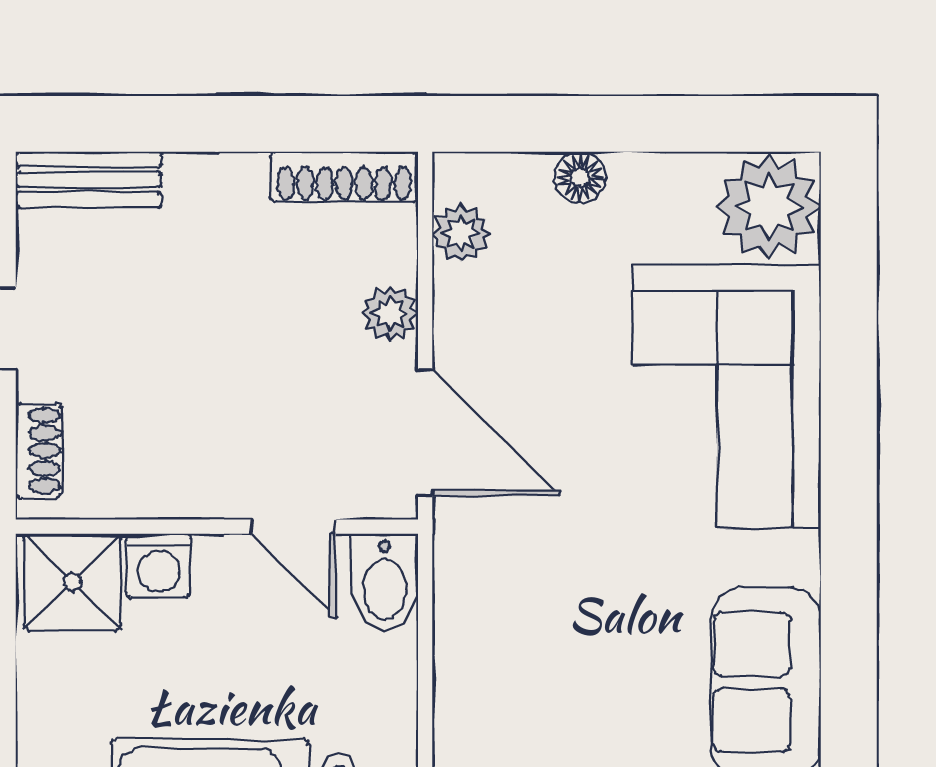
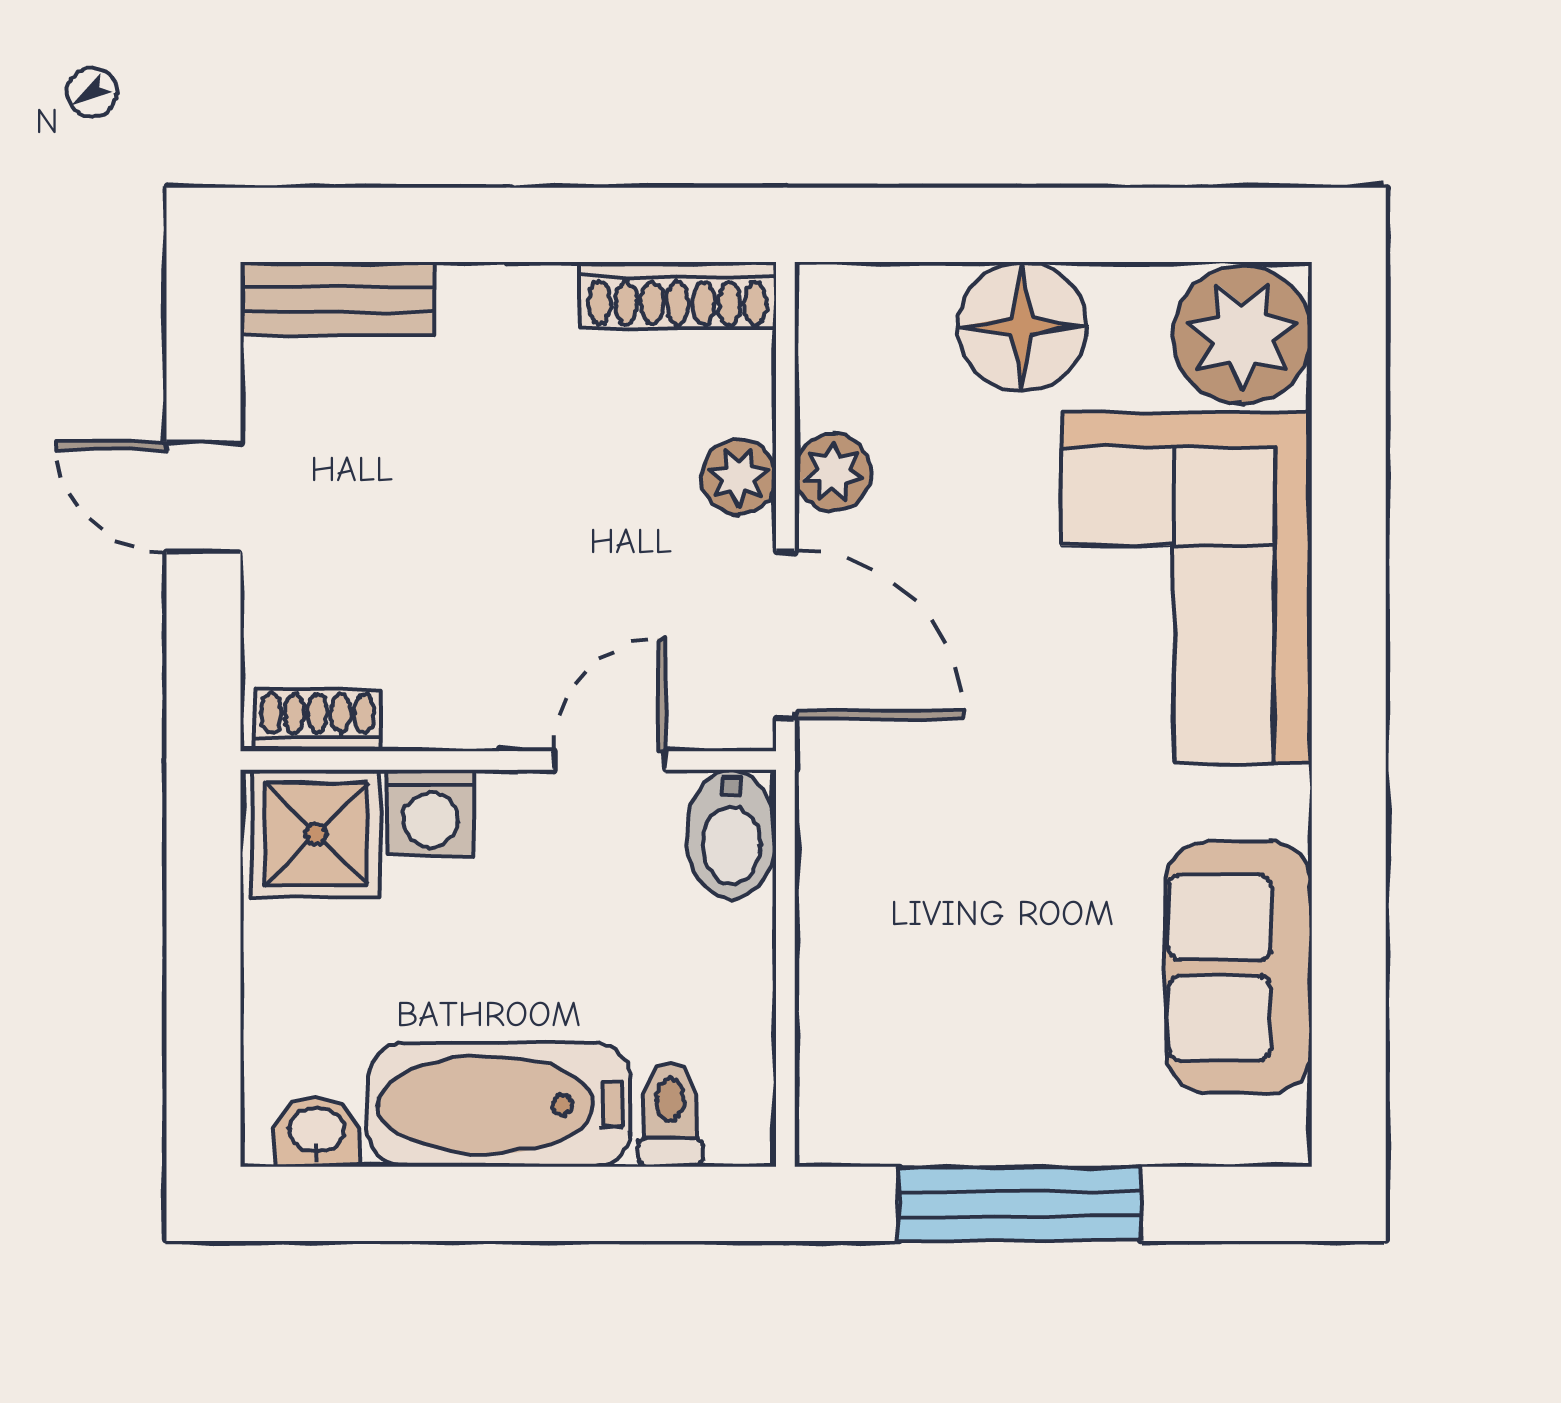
floor lamp: (580, 177) -> (1022, 327), width x1.89, depth x1.89
plant: (461, 233) -> (833, 472), moved
shoe rack: (39, 451) -> (318, 720), moved, turned -90
door: (293, 527) -> (610, 761), swing flipped

